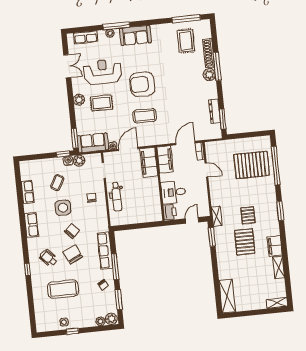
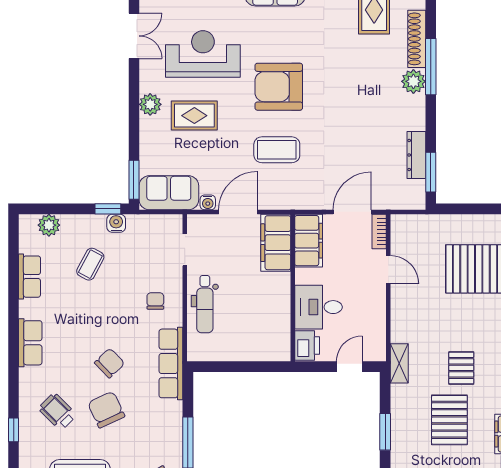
plant: (79, 161) -> (49, 225), moved
side table: (63, 208) -> (97, 315), removed
window: (212, 237) -> (385, 432), moved
row of seats: (105, 251) -> (171, 363), moved

